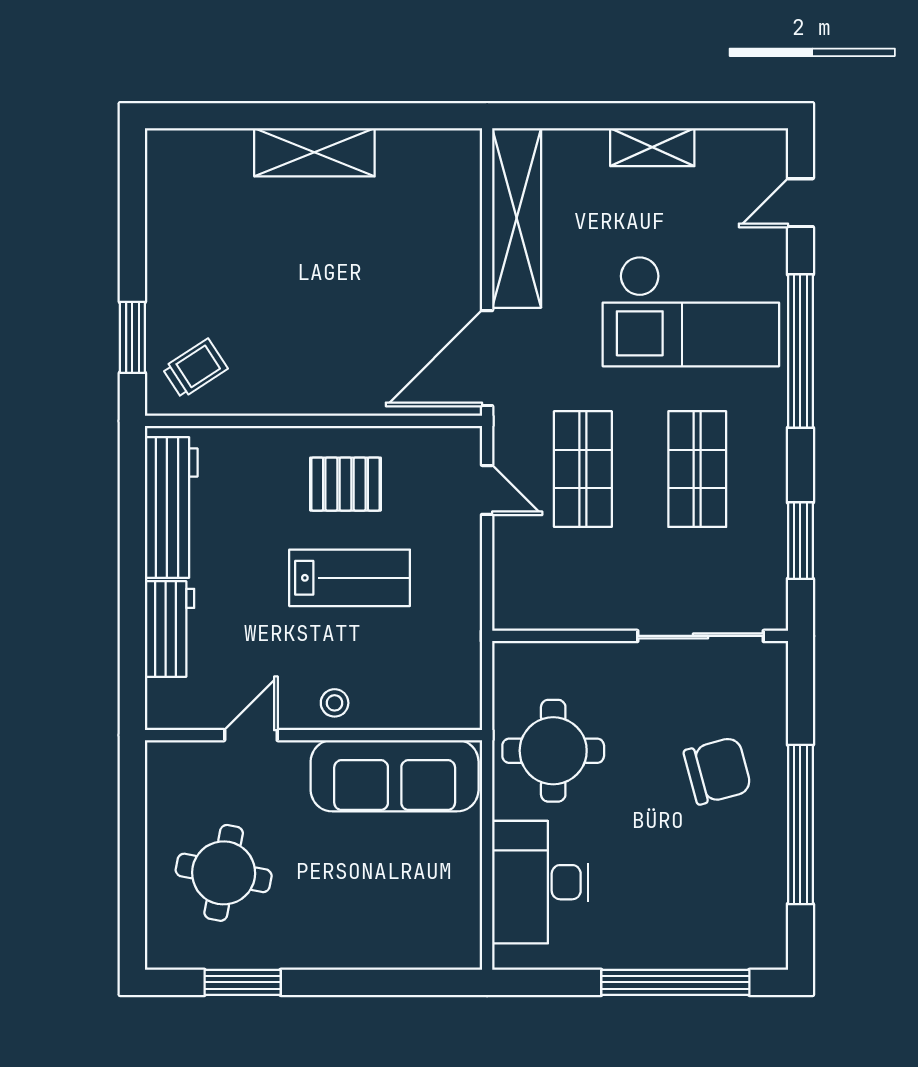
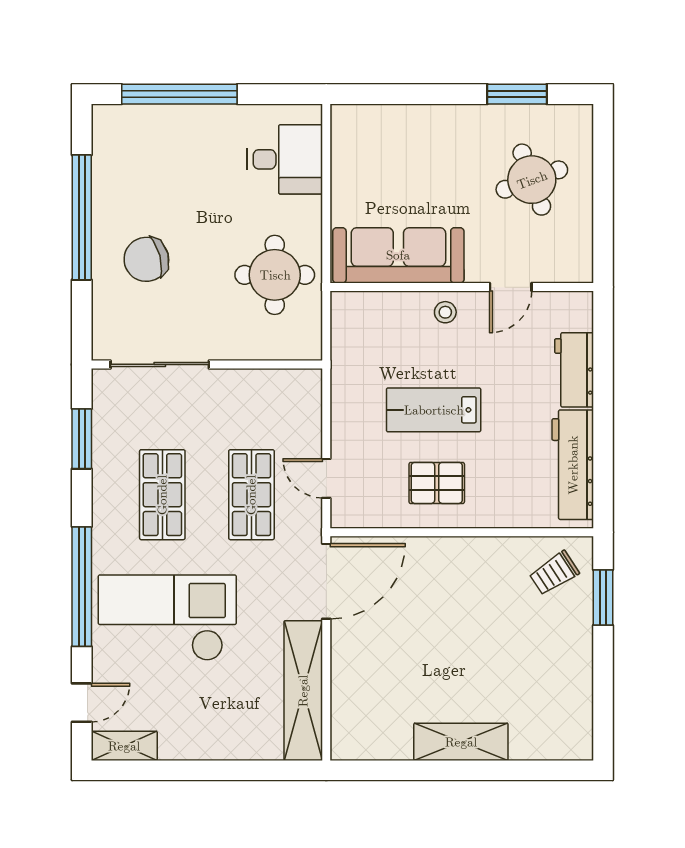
shelving: (652, 147) -> (124, 746), moved
round table: (224, 873) -> (532, 180), turned -31
desk: (540, 882) -> (285, 159), width x0.73

